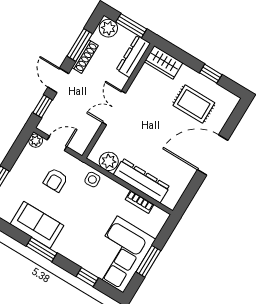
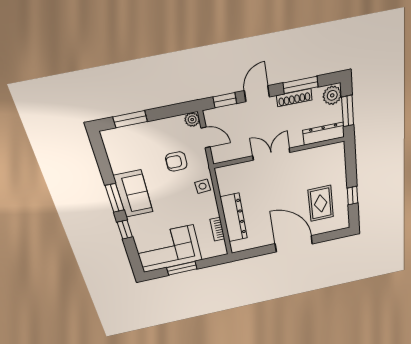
wardrobe: (163, 62) -> (336, 158), removed
plant: (109, 161) -> (227, 185), removed
sofa: (37, 225) -> (133, 194), moved
window: (87, 277) -> (125, 230), moved

